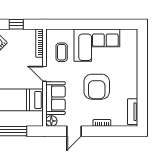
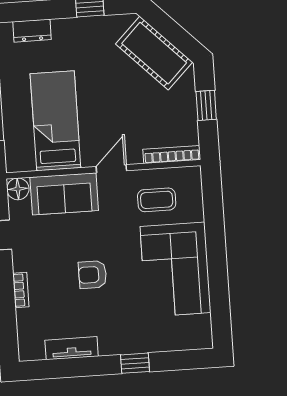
window: (142, 69) -> (135, 363), added
armchair: (97, 87) -> (93, 275), width x0.53, depth x0.53
tv unit: (133, 112) -> (72, 348), moved

